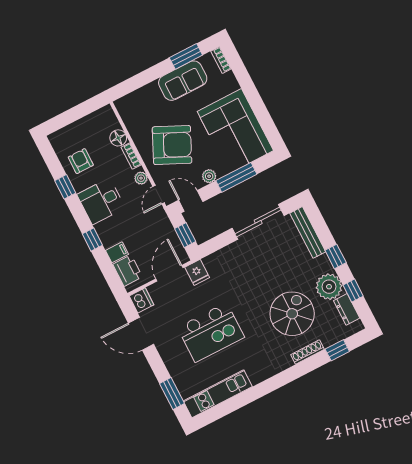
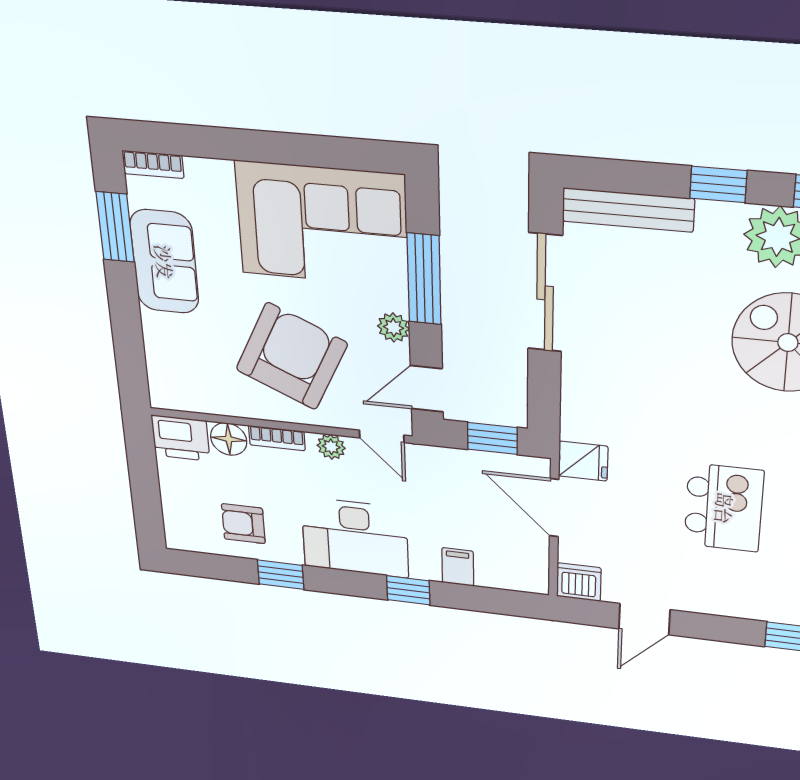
desk: (101, 201) -> (355, 537), width x1.37
printer: (128, 271) -> (181, 438), moved, turned 180
kitchen island: (211, 332) -> (724, 508), width x0.73, depth x0.78
door: (141, 334) -> (644, 619), width x0.73

